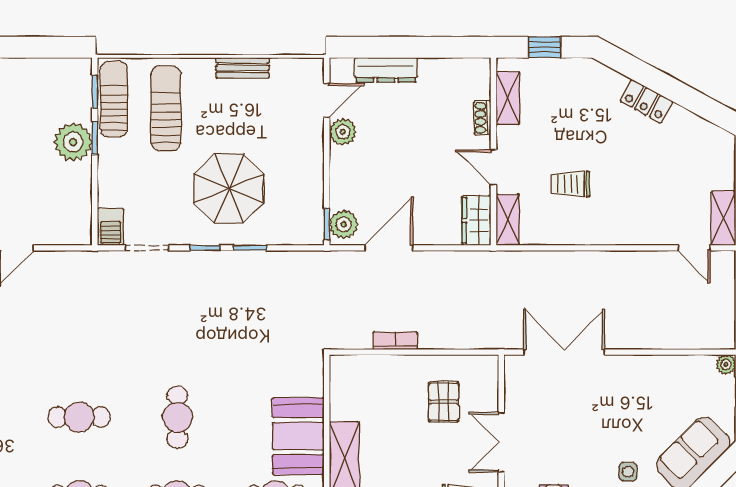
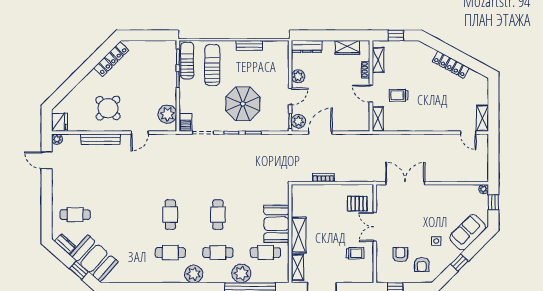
dresser: (386, 70) -> (307, 46), moved
door: (327, 100) -> (290, 97), moved
locker: (646, 101) -> (451, 65), width x1.53
plant: (73, 142) -> (167, 114), moved
trolley: (570, 184) -> (399, 95), moved
wardrobe: (476, 220) -> (347, 47), moved, turned -90
pallet: (444, 402) -> (357, 204), moved, turned 90
cafe table: (79, 417) -> (170, 215), turned 90

